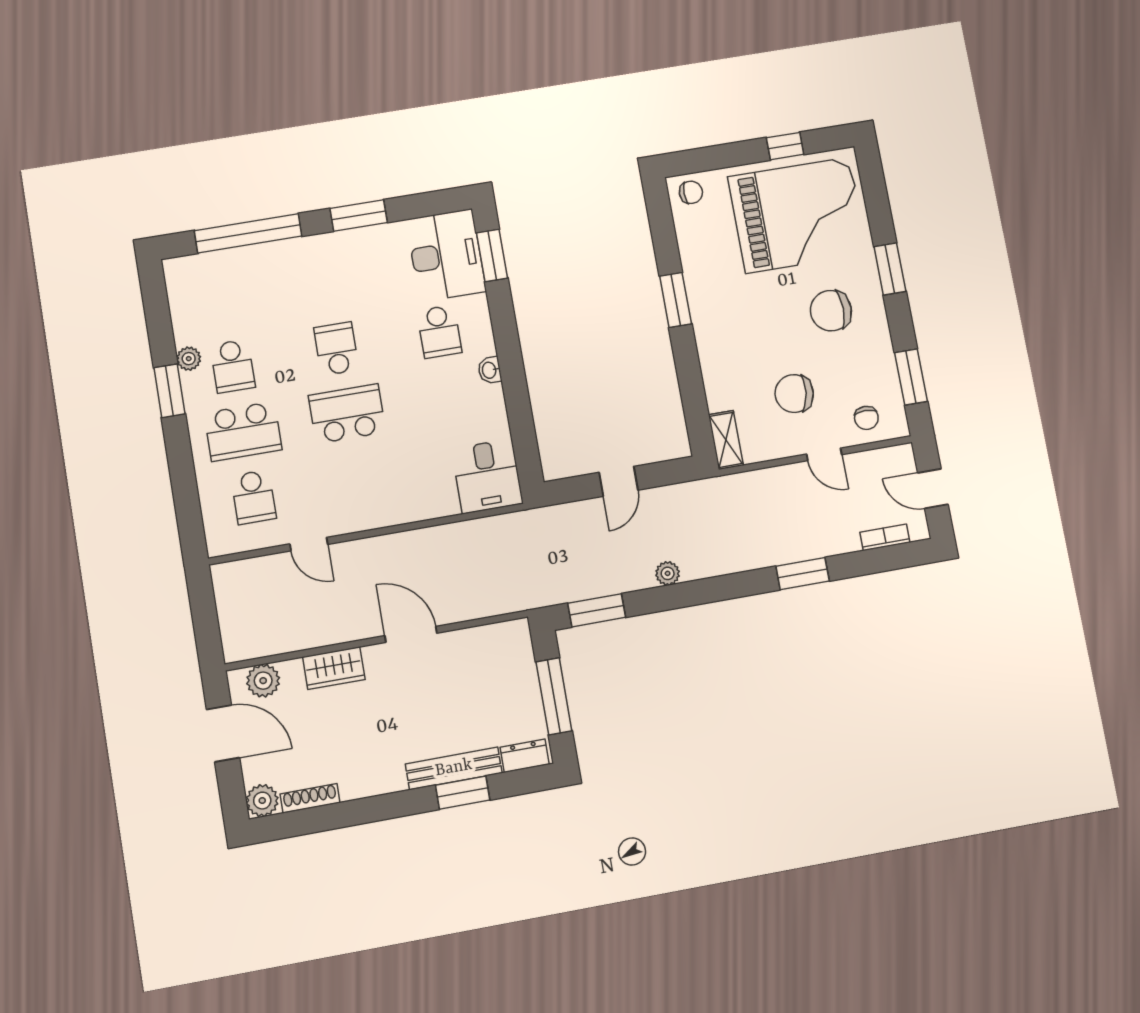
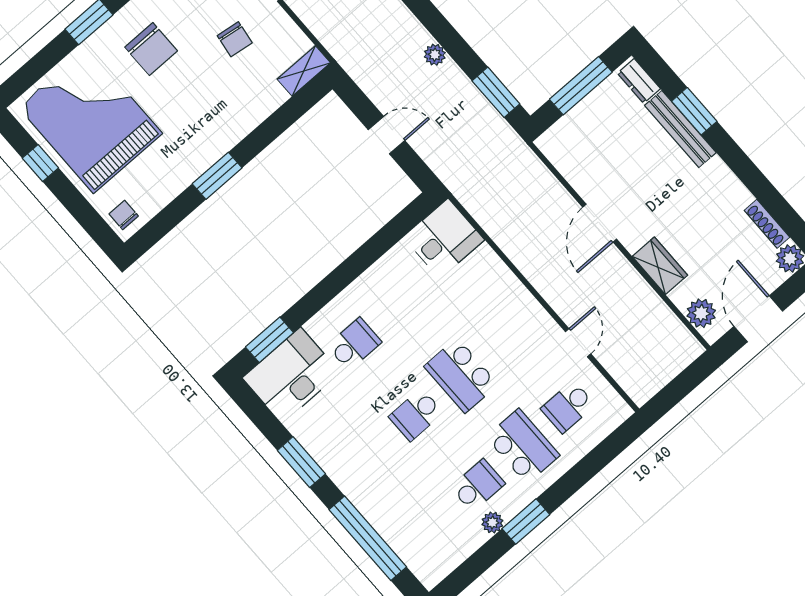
washbasin: (490, 370) -> (361, 287), removed
chair: (794, 394) -> (235, 39), width x0.73, depth x0.73
school desk: (254, 497) -> (568, 407), turned 180

